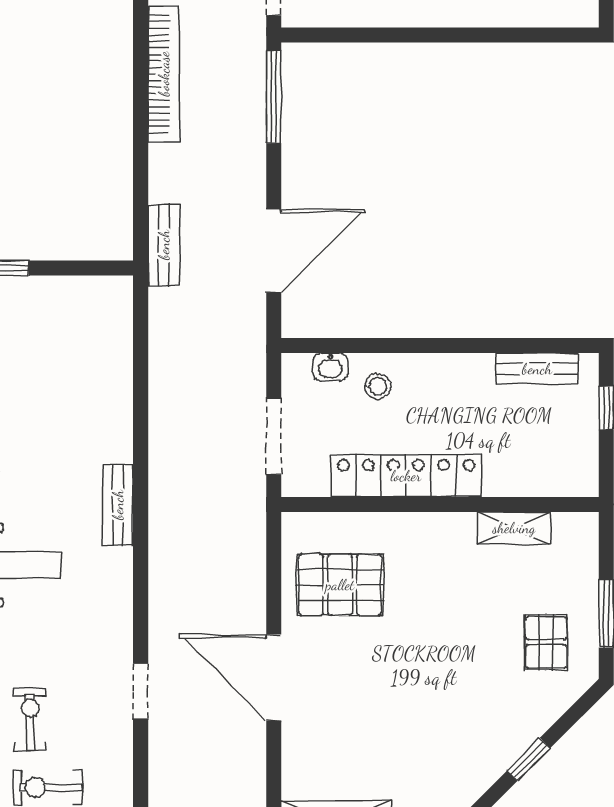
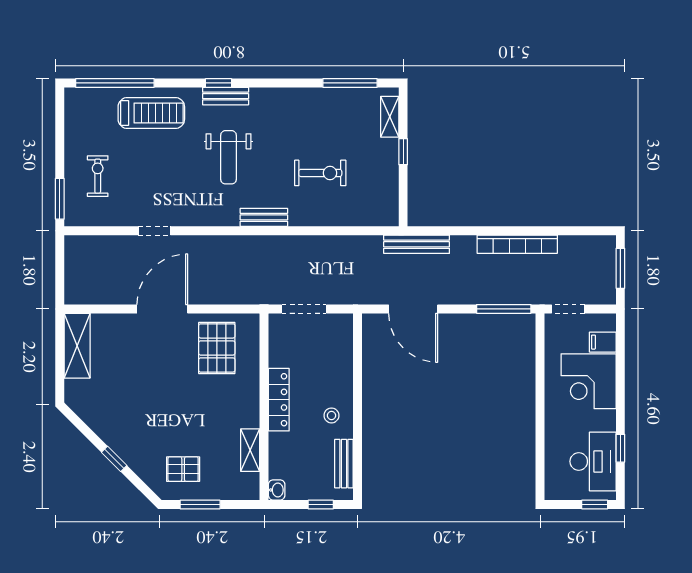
bench: (164, 245) -> (417, 244), width x1.36
washbasin: (330, 367) -> (277, 490), moved, turned 180
stool: (378, 386) -> (331, 415), moved
locker: (406, 476) -> (279, 400), width x0.71, depth x0.83
exercise bike: (30, 719) -> (320, 173), moved, width x1.38, depth x1.39

